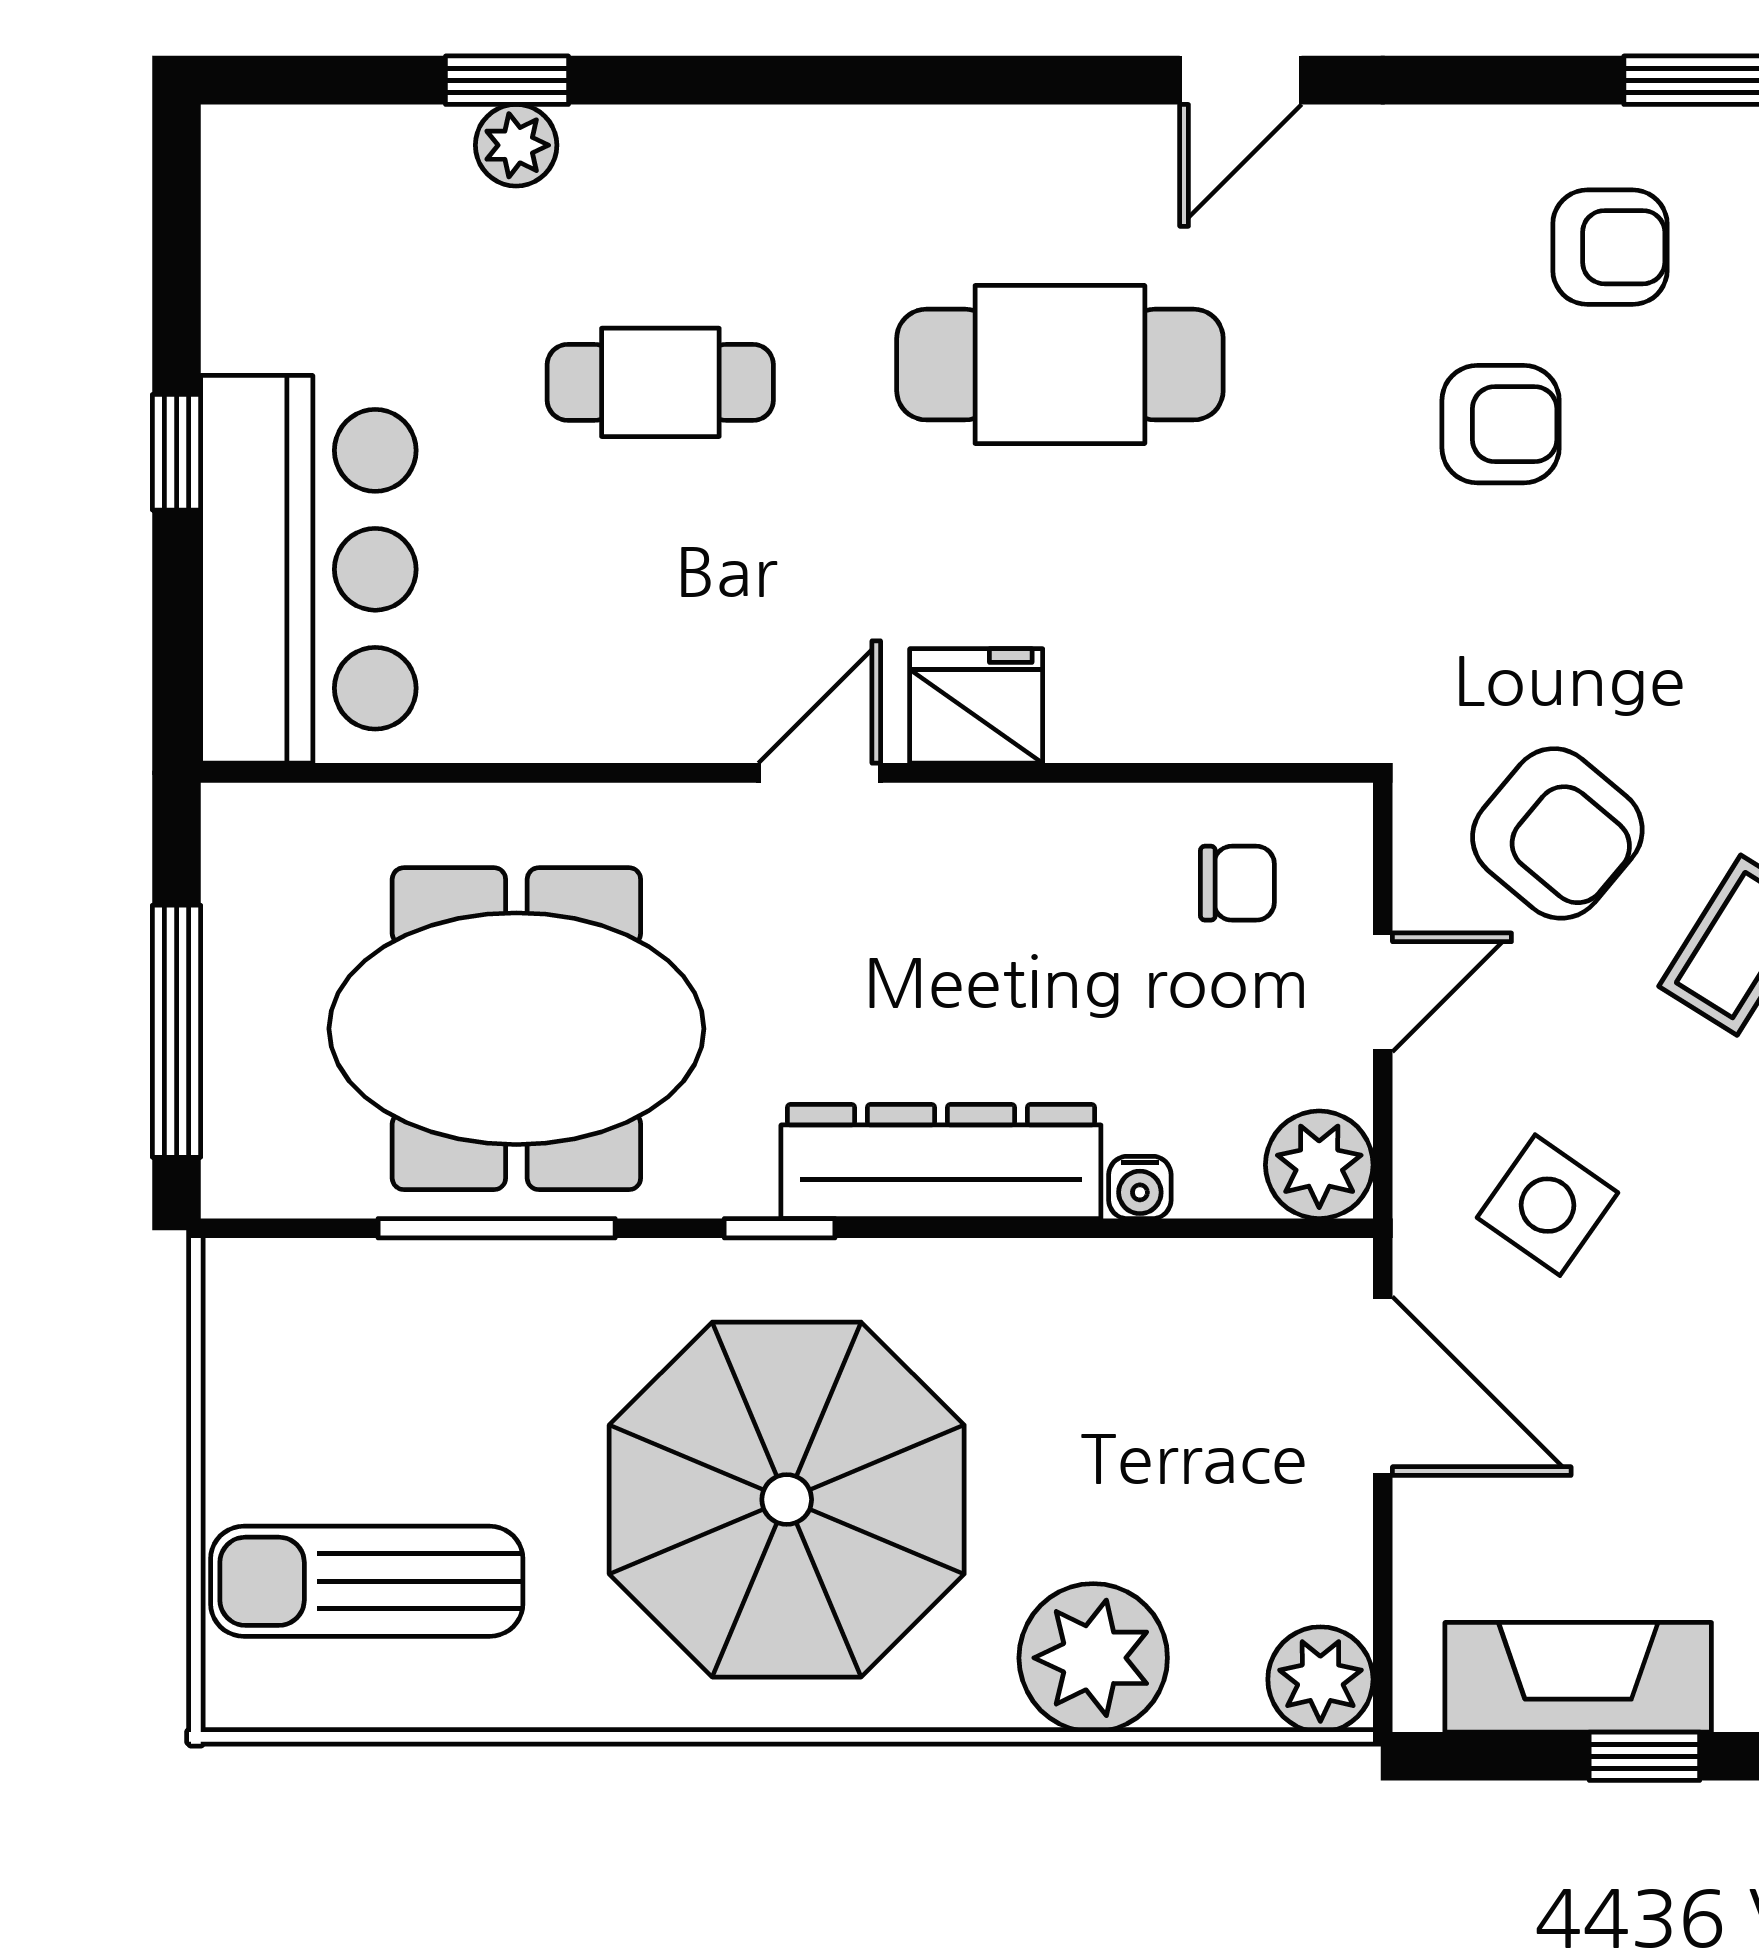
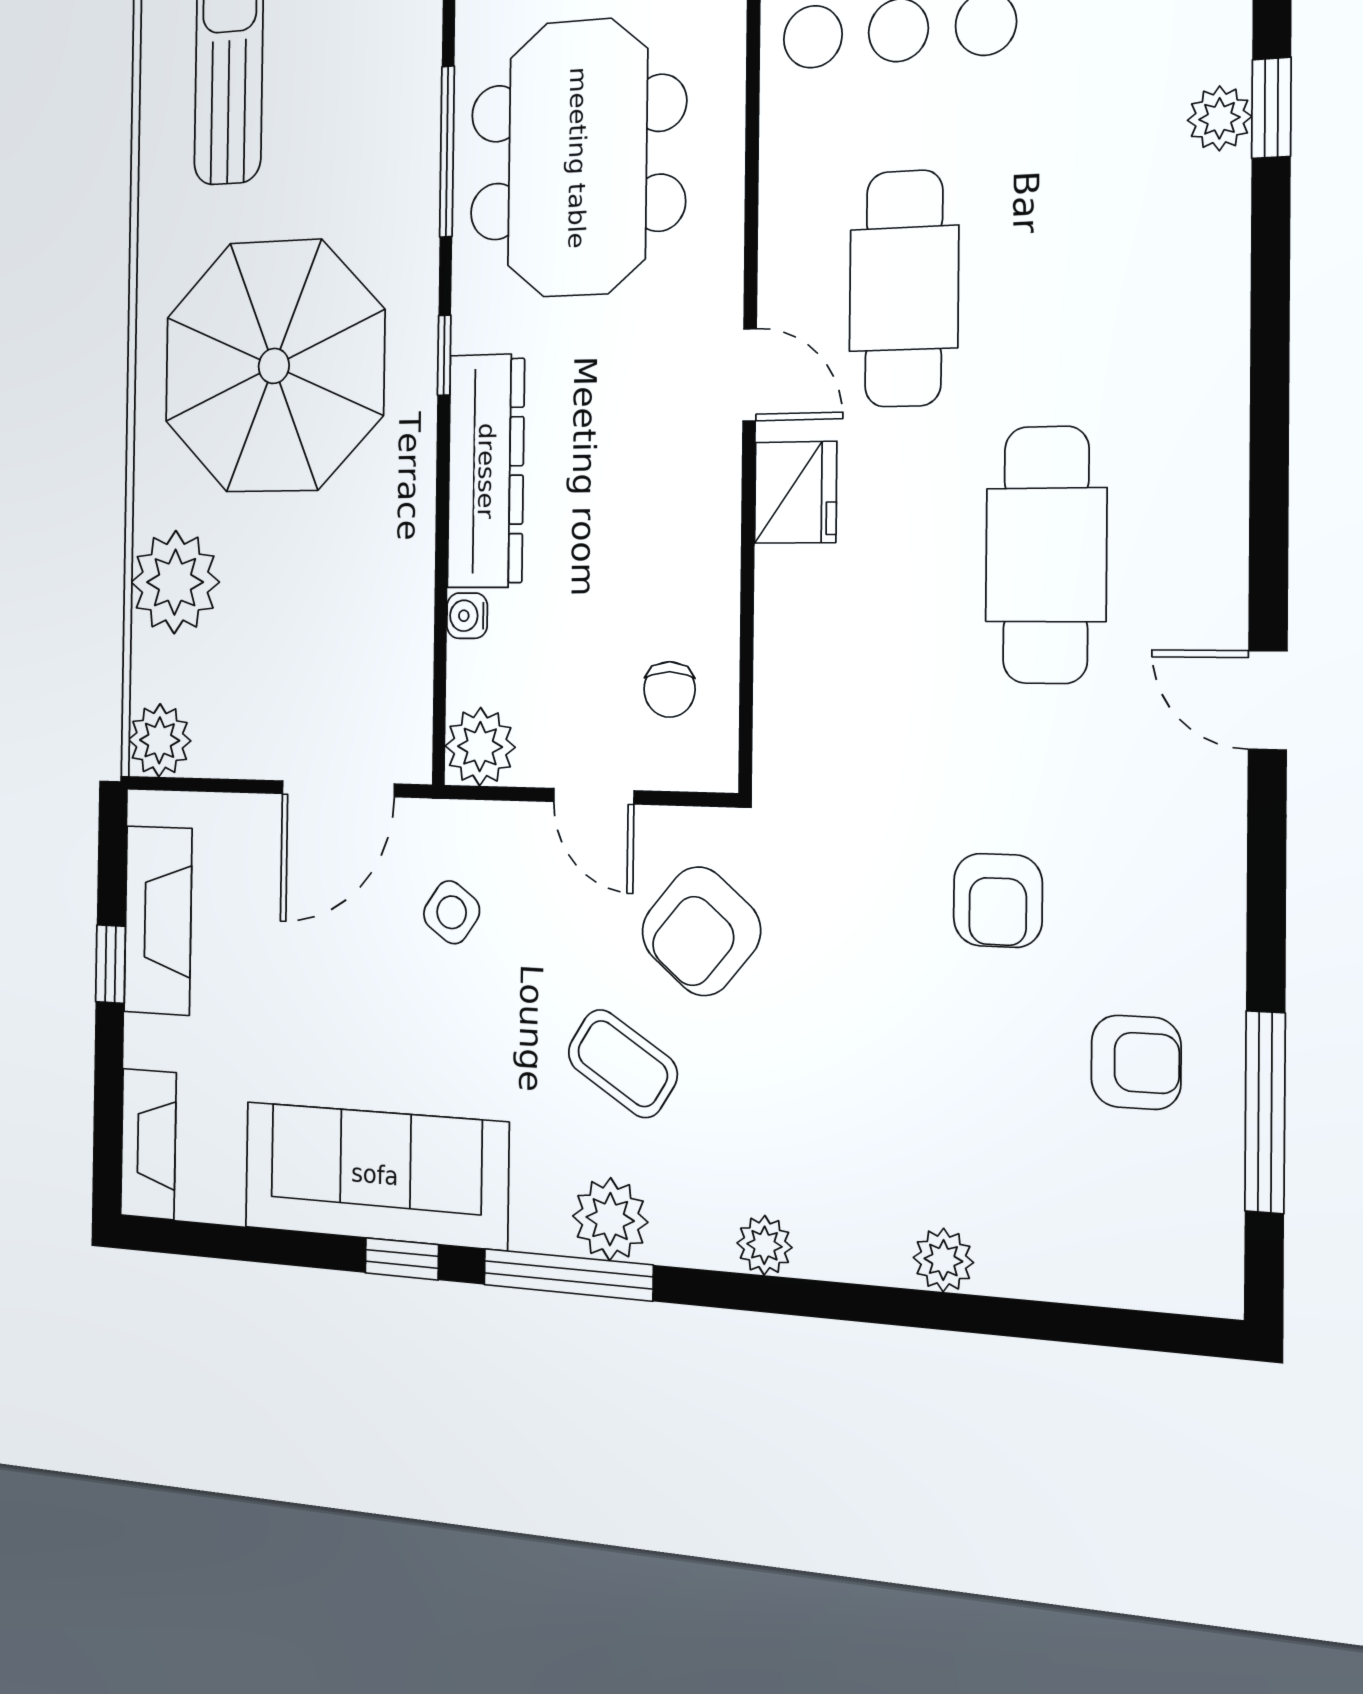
armchair: (1610, 247) -> (1136, 1062), moved, turned -90
cafe table: (660, 382) -> (904, 289), moved, width x1.37, depth x1.35
side table: (1547, 1205) -> (452, 912), width x0.73, depth x0.73

